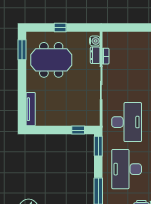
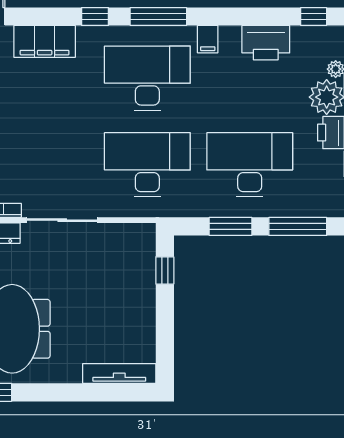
window: (98, 146) -> (230, 226), moved
desk: (127, 169) -> (250, 165), turned 180

